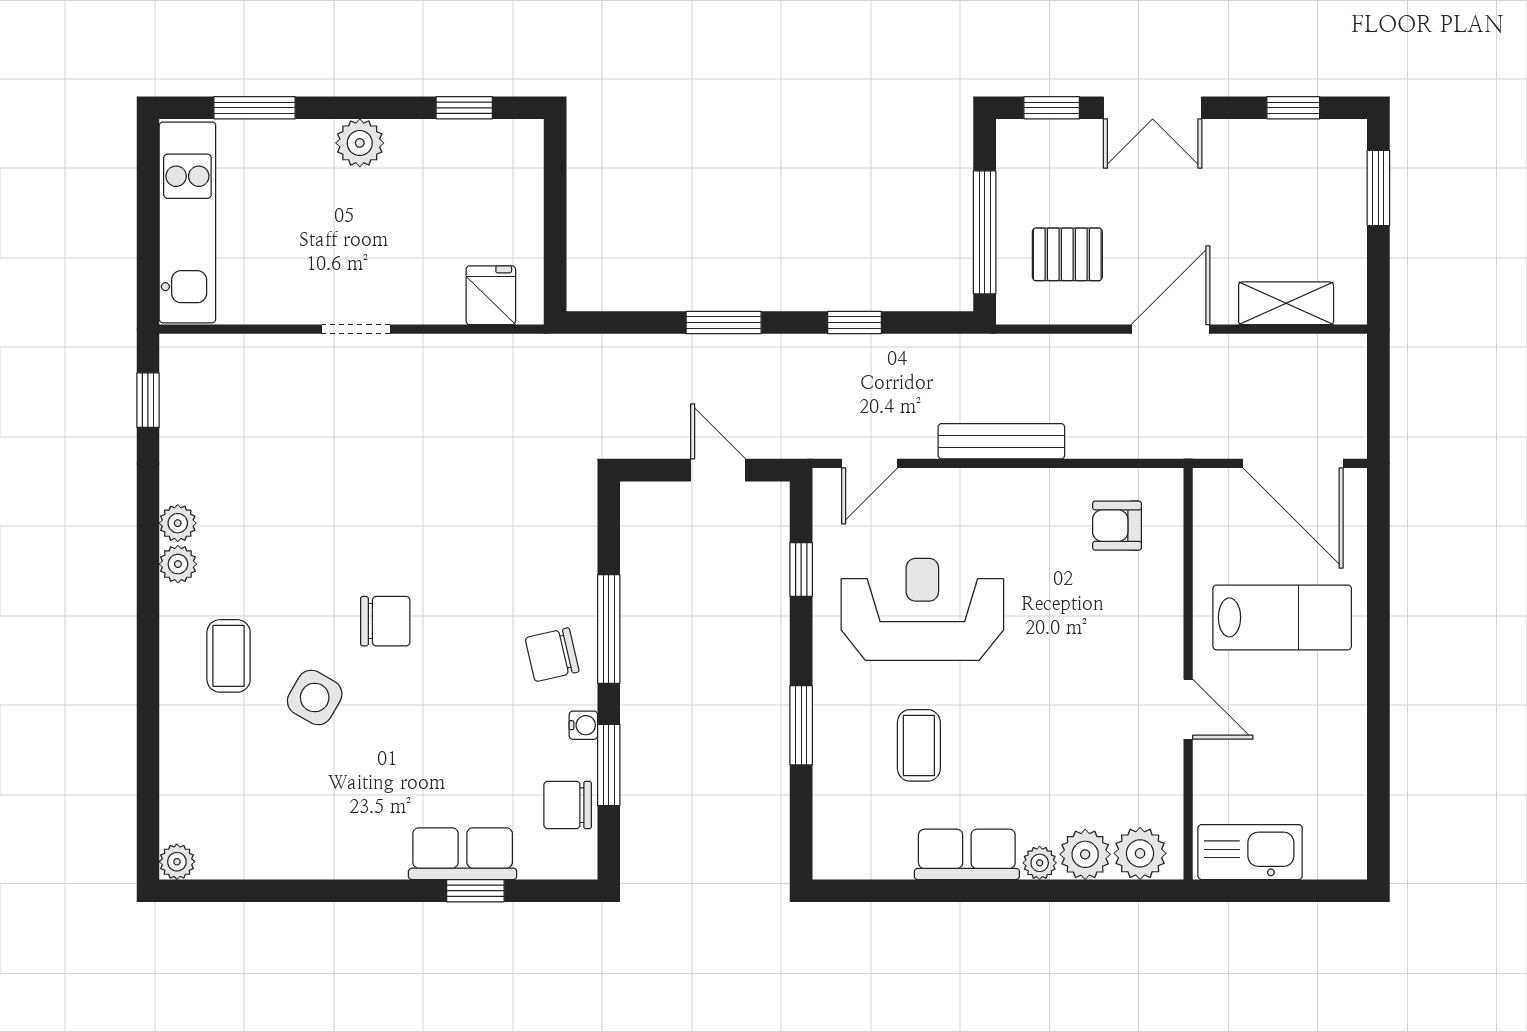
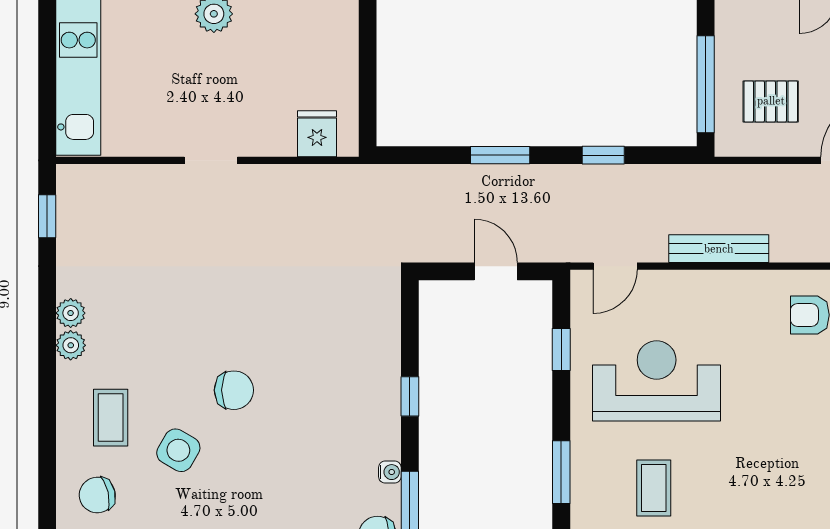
window: (609, 629) -> (410, 396), width x0.46
chair: (552, 655) -> (97, 495), moved

